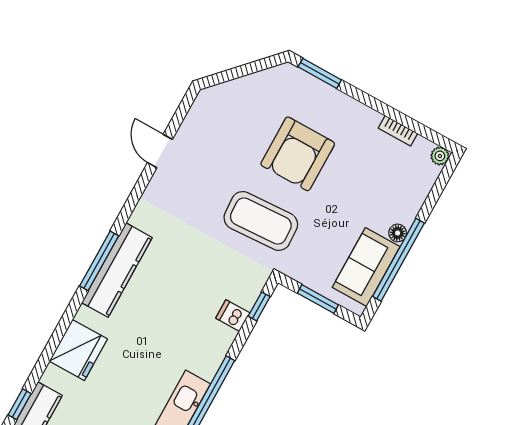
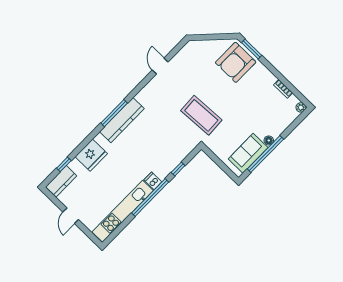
armchair: (298, 154) -> (236, 62), moved
window: (318, 299) -> (219, 163), removed
window: (259, 306) -> (178, 169), moved
dishwasher: (233, 316) -> (153, 181), moved
window: (20, 404) -> (64, 164), moved

